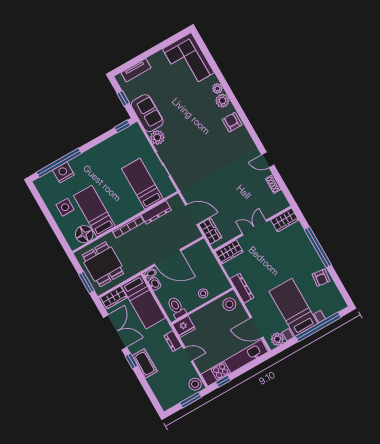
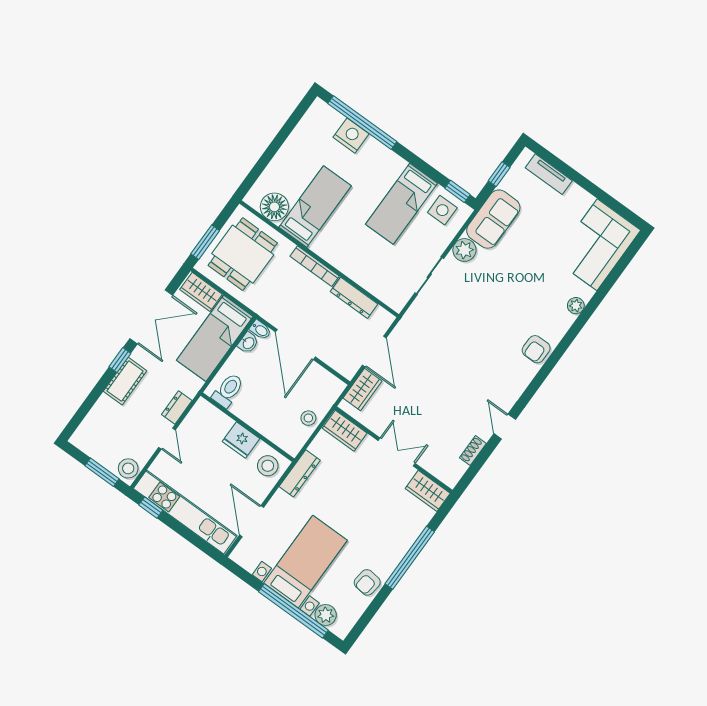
plant: (222, 101) -> (561, 321), removed
armchair: (232, 122) -> (536, 349), turned 180
bed: (142, 184) -> (401, 204), moved, turned 180
side table: (65, 207) -> (442, 210), moved
stool: (203, 293) -> (308, 418), moved
fridge: (184, 327) -> (241, 440), moved
plant: (277, 339) -> (326, 615), moved

